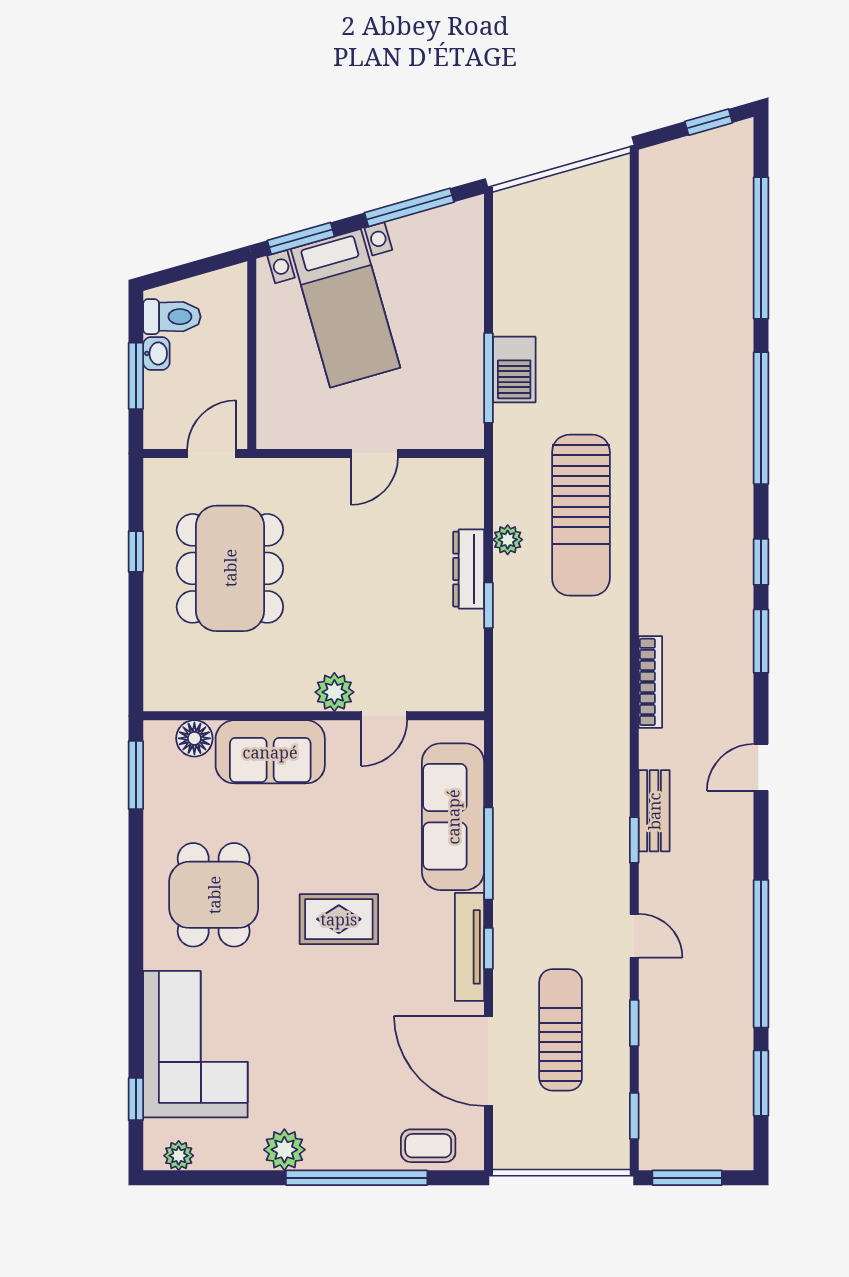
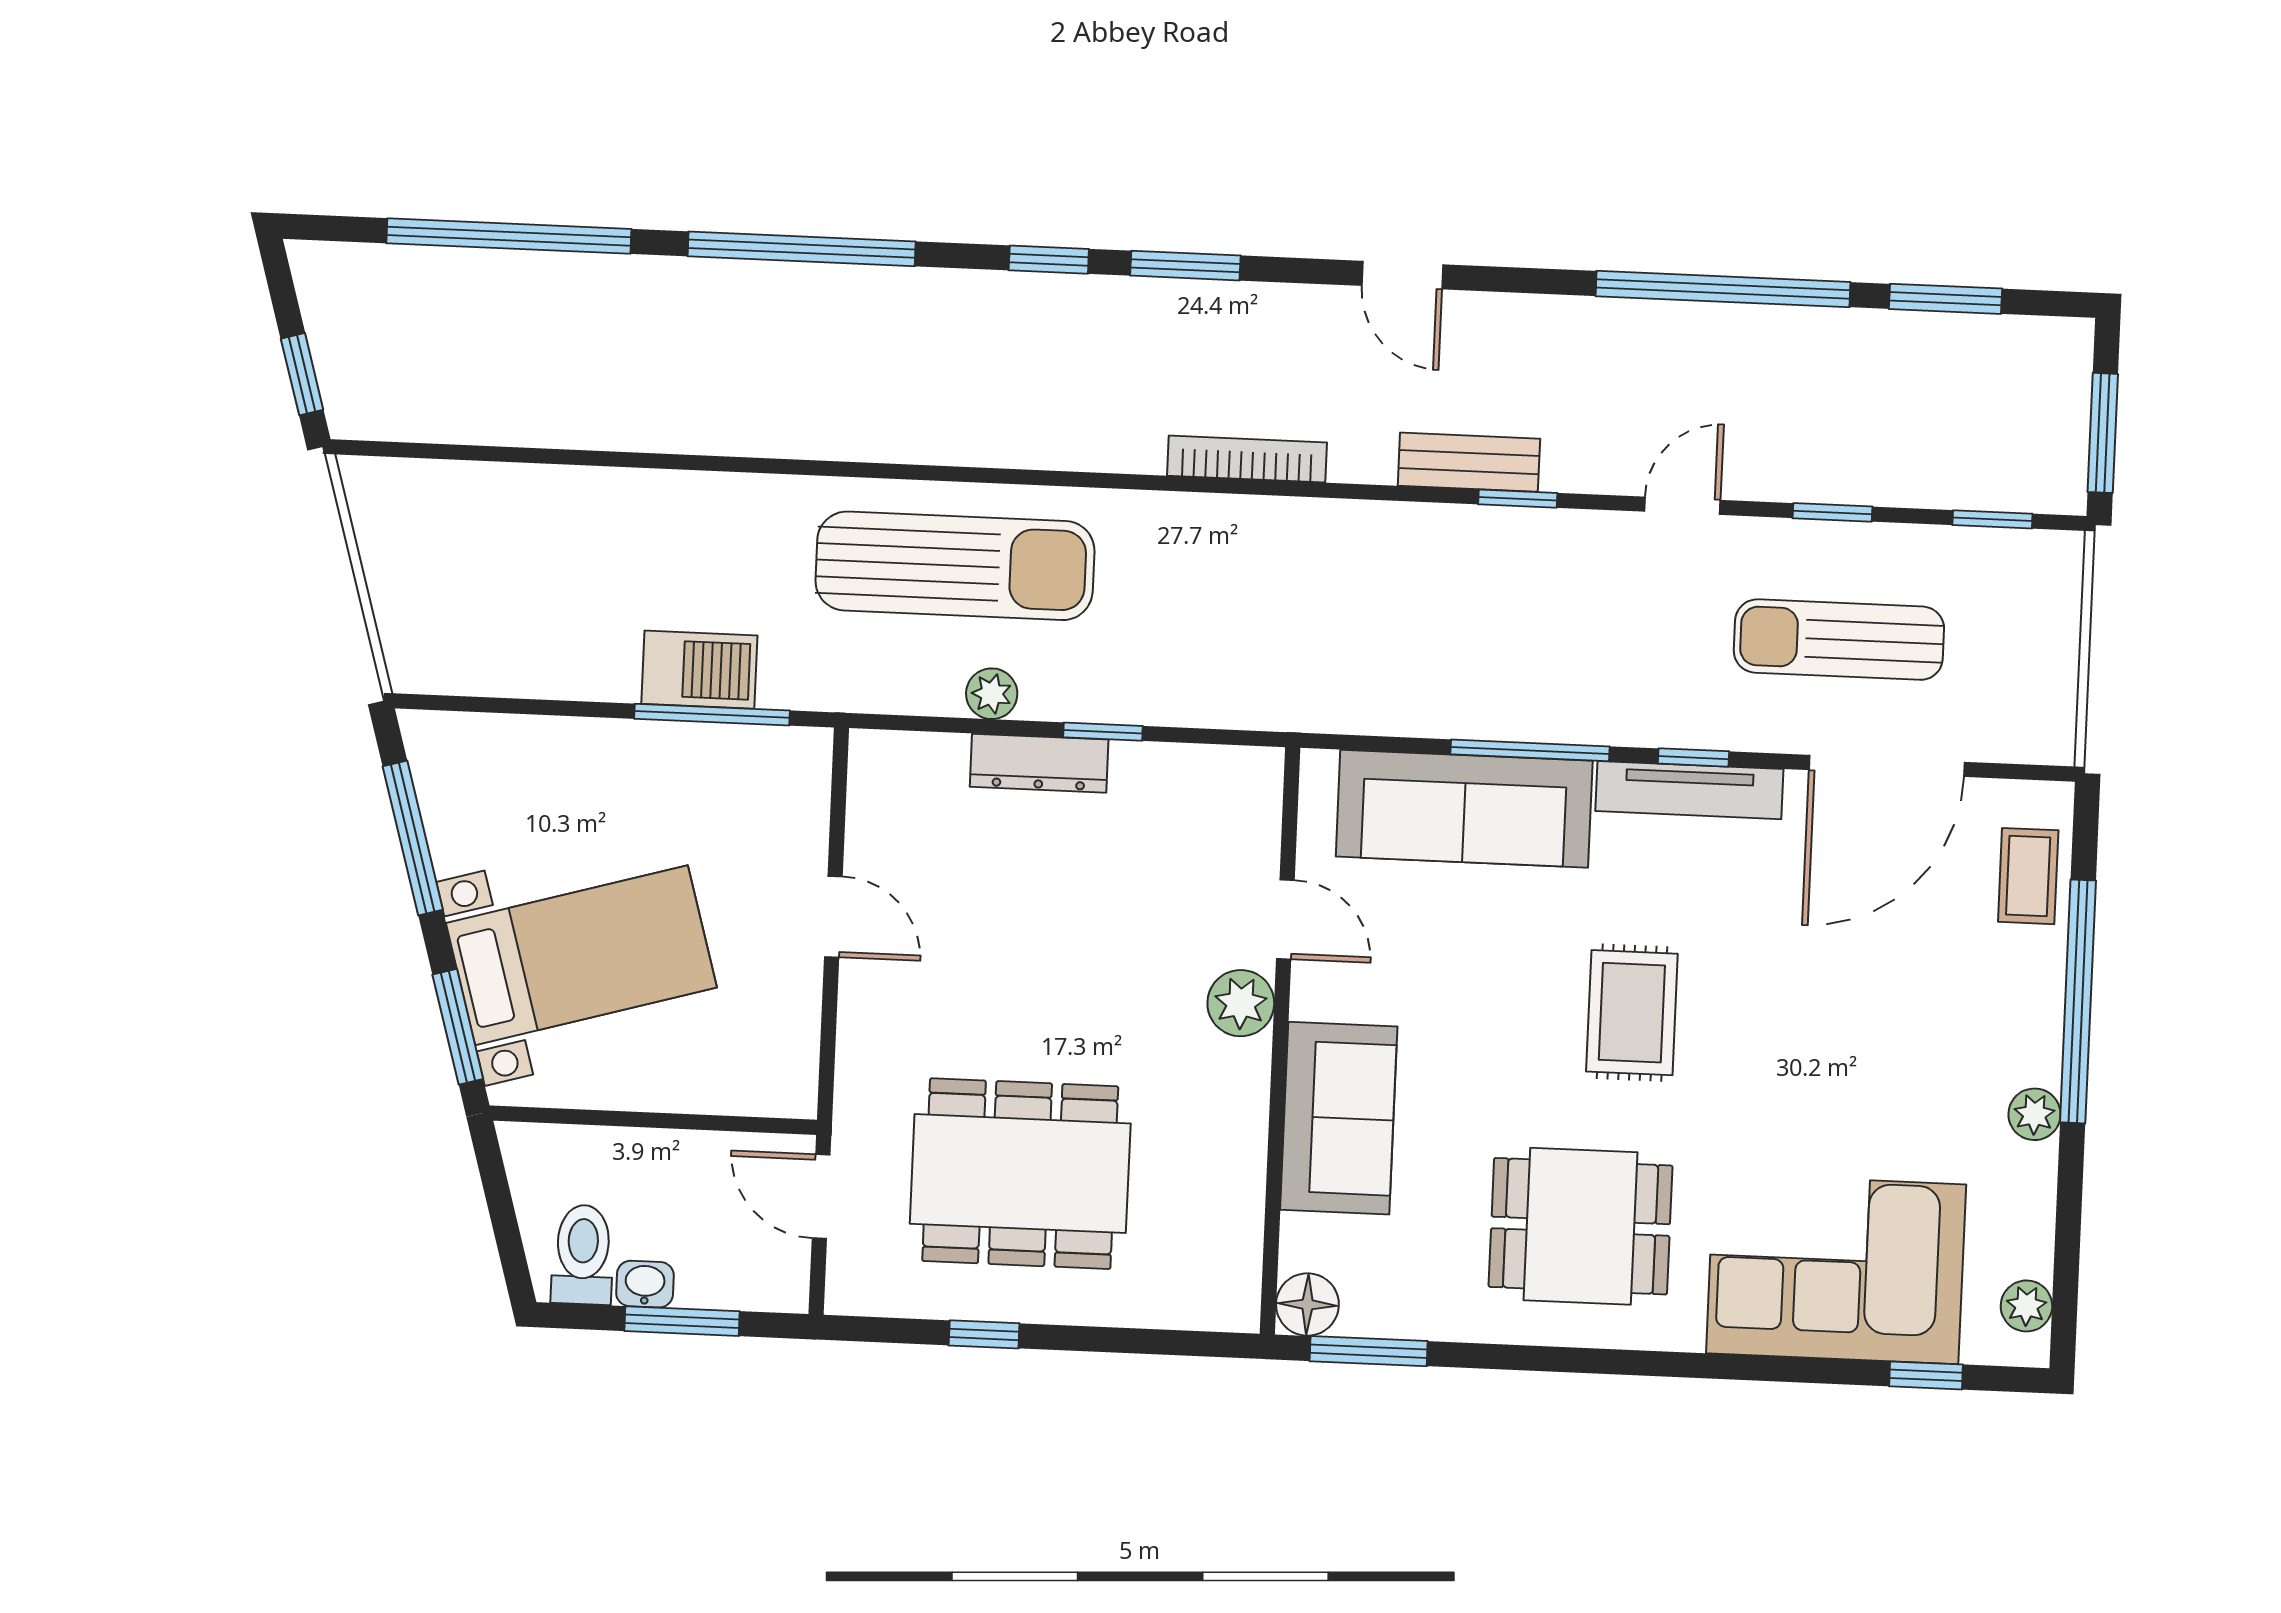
window: (709, 122) -> (302, 374), moved
floor lamp: (194, 738) -> (1307, 1304), moved
plant: (284, 1150) -> (2034, 1114), width x0.73, depth x0.73

